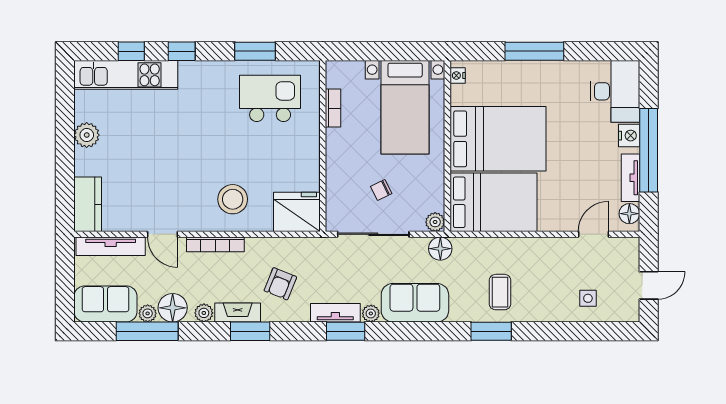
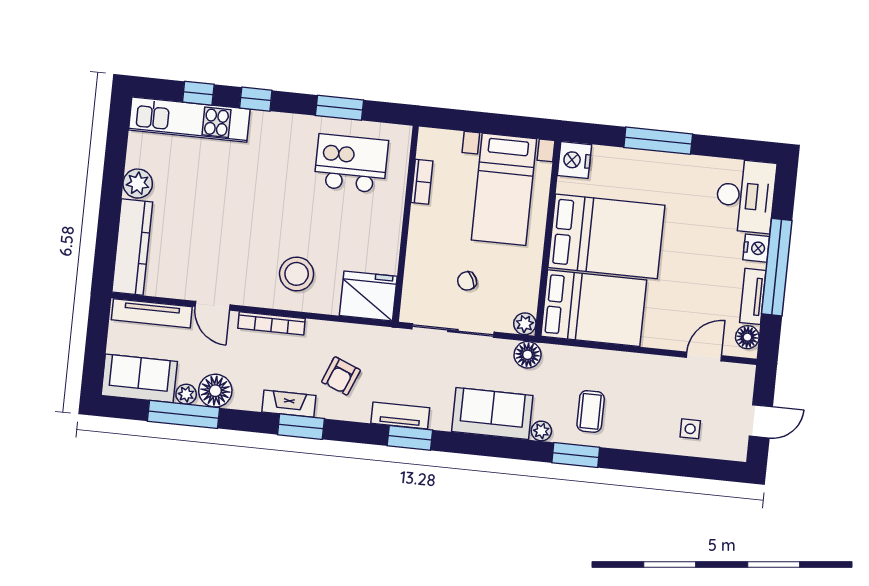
nightstand: (458, 75) -> (574, 160), width x1.89, depth x1.79
kitchen counter: (88, 204) -> (132, 247), width x1.50
plant: (204, 313) -> (250, 400), removed
plant: (371, 313) -> (541, 431), moved

